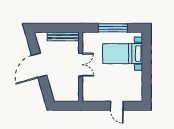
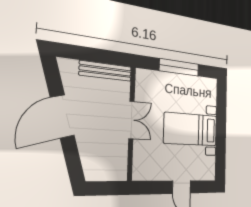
bed with nightstands: (123, 54) -> (191, 129), moved

